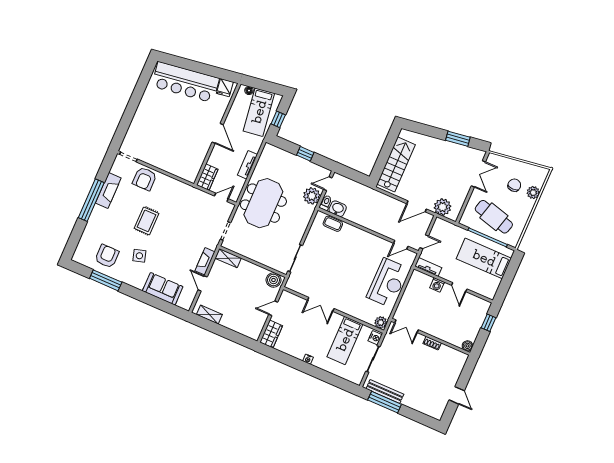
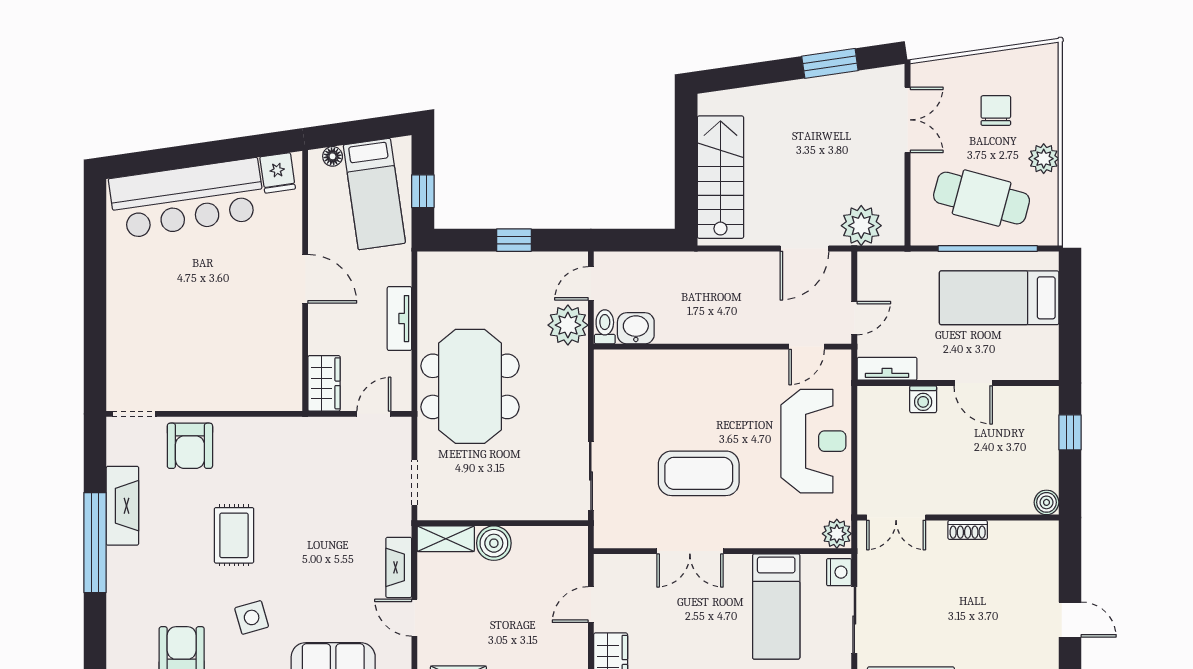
plant: (533, 193) -> (1044, 159), moved
coffee table: (333, 224) -> (699, 473), moved, width x1.86, depth x1.72
boiler: (273, 280) -> (494, 543), moved

